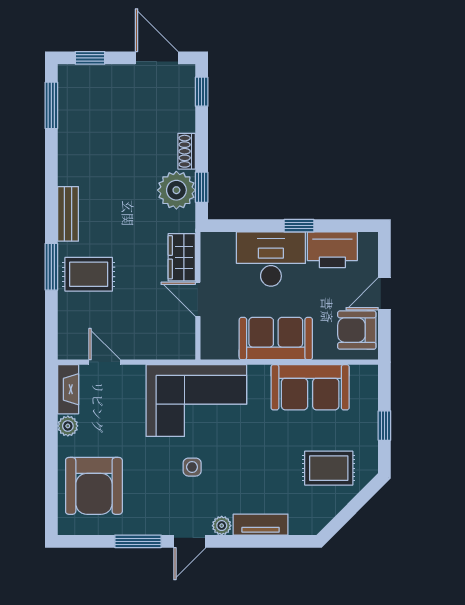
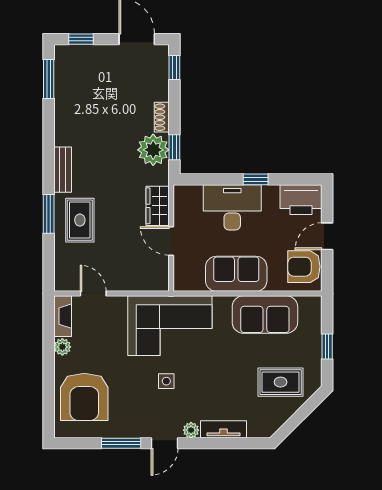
printer: (332, 250) -> (301, 200), moved
rug: (89, 274) -> (80, 220), turned 90

